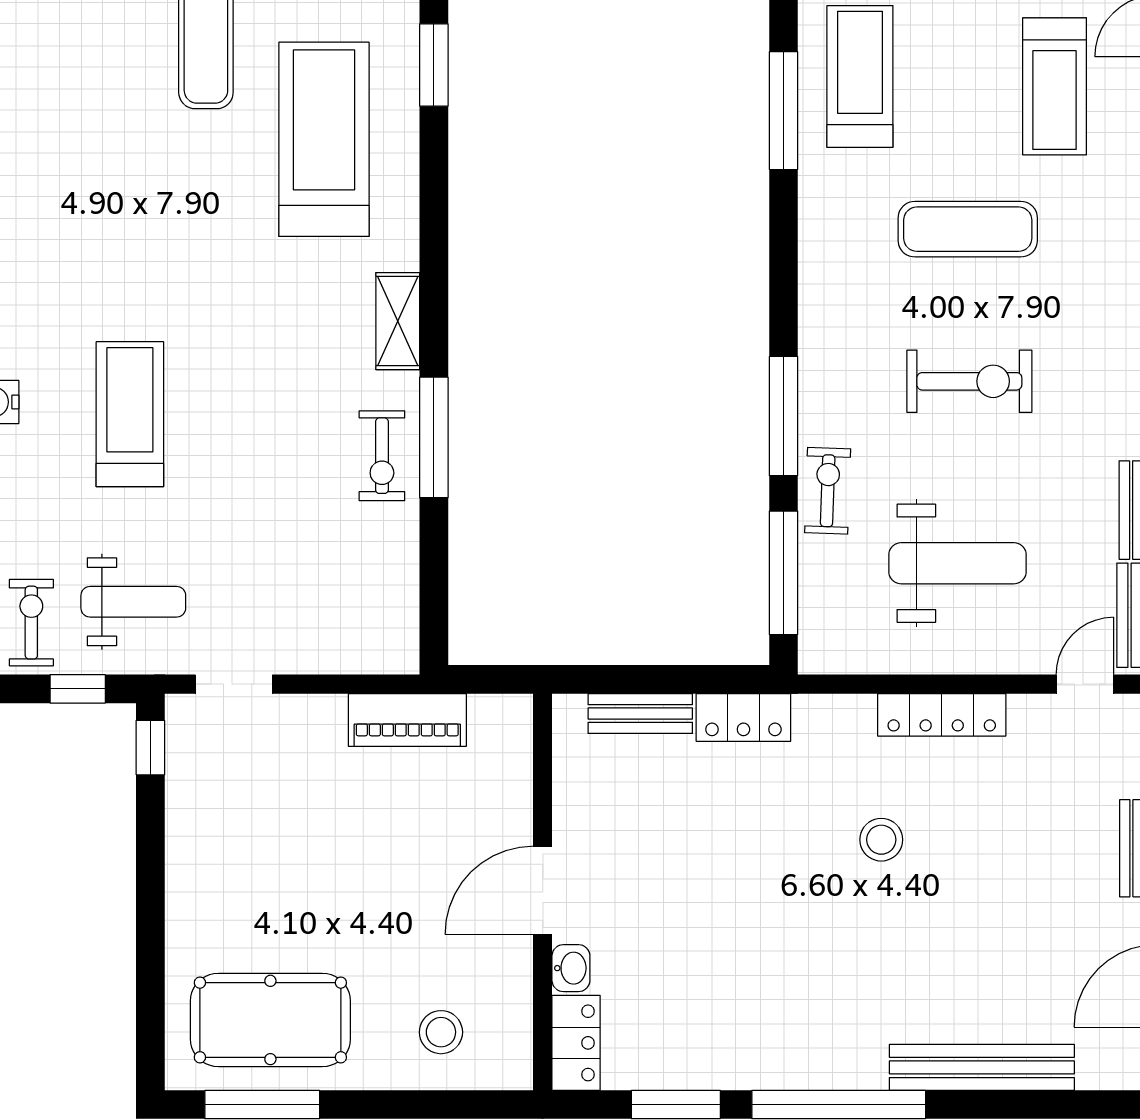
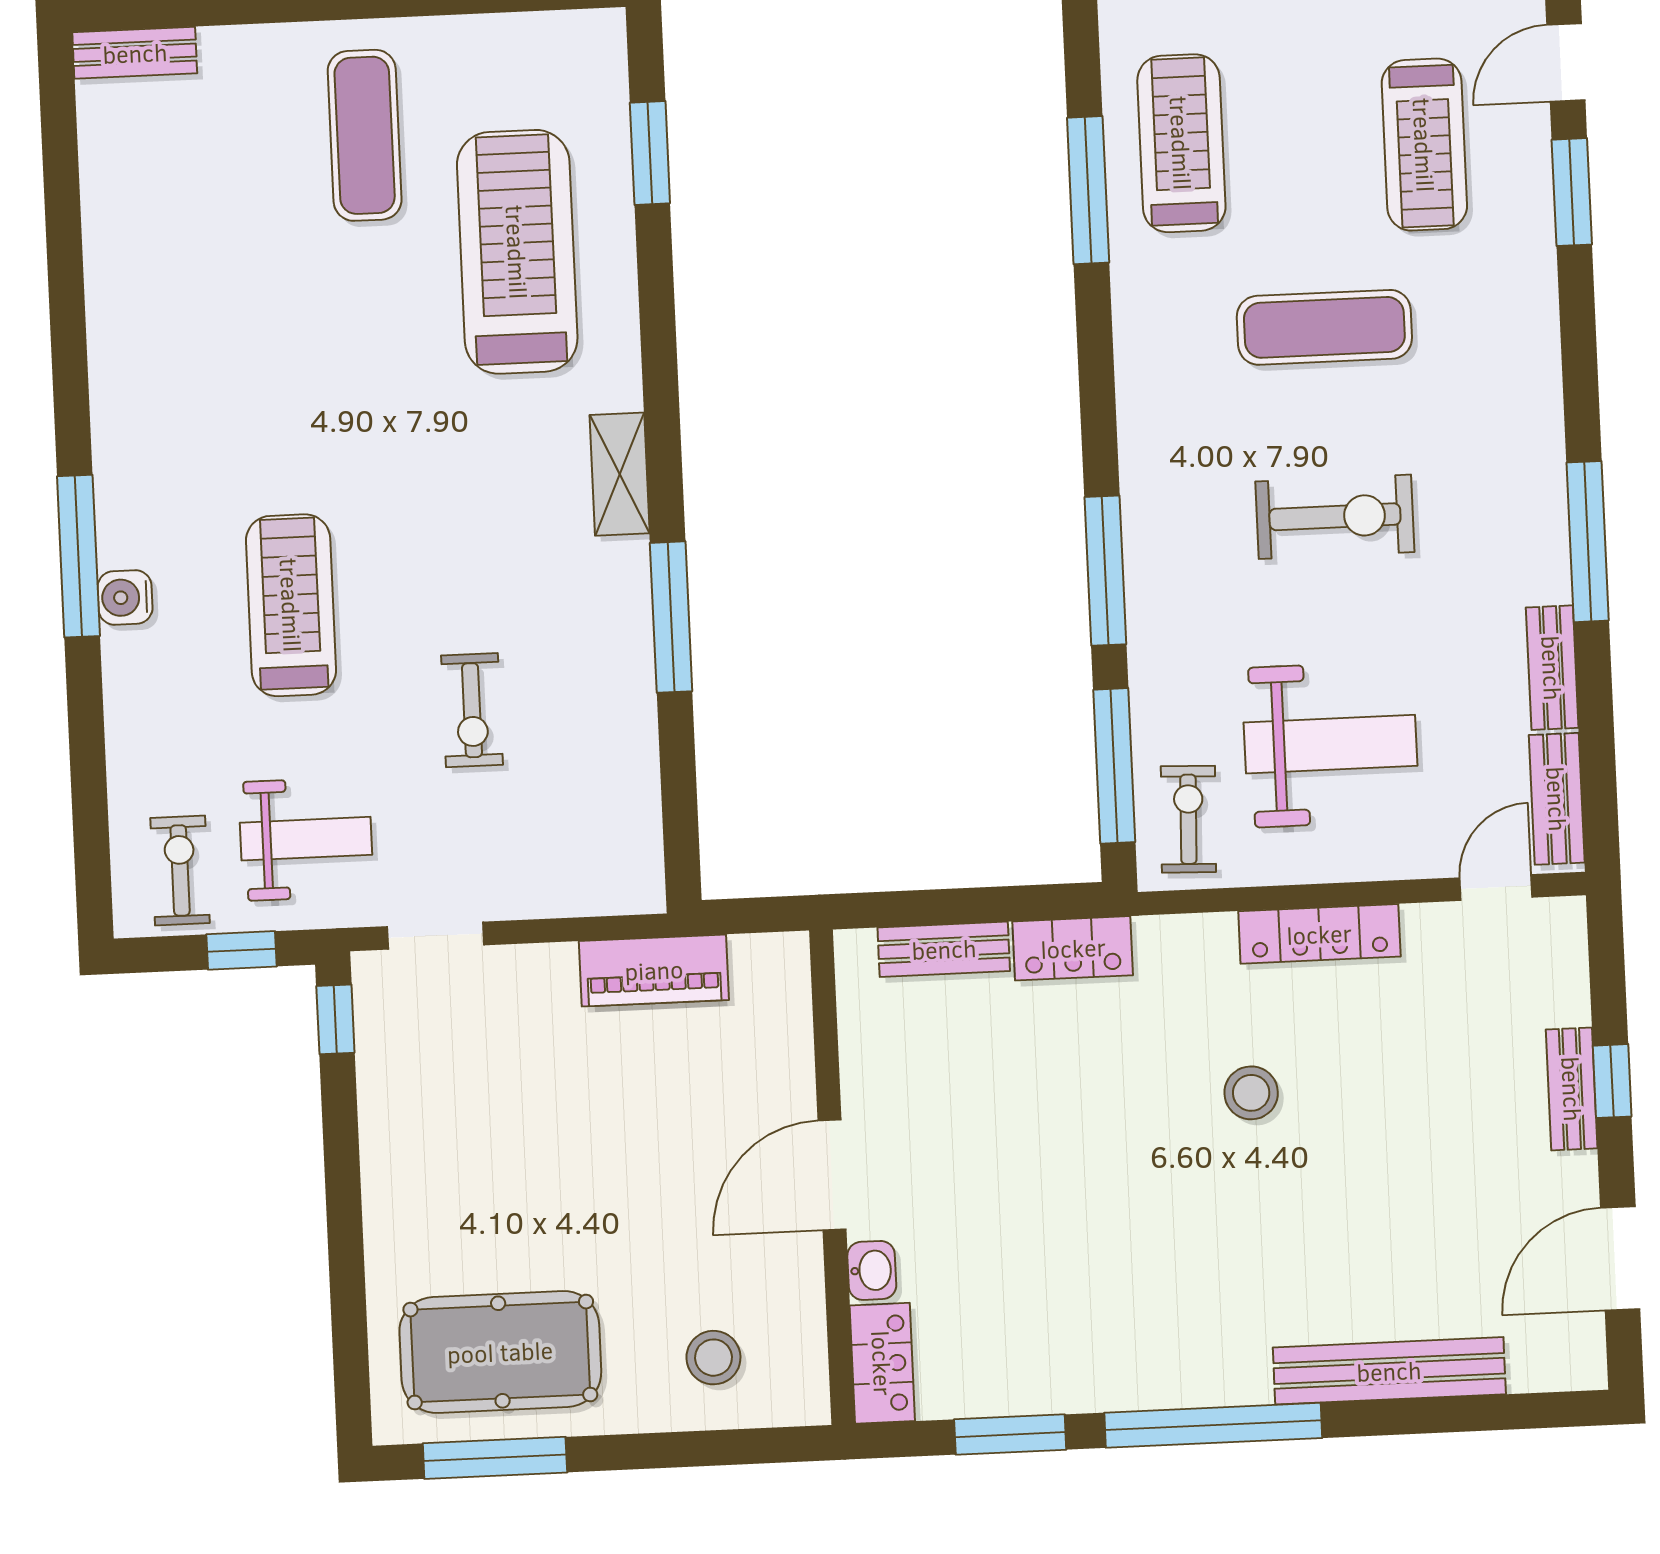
exercise bike: (382, 456) -> (472, 710), moved
exercise bike: (828, 491) -> (1188, 819), moved

